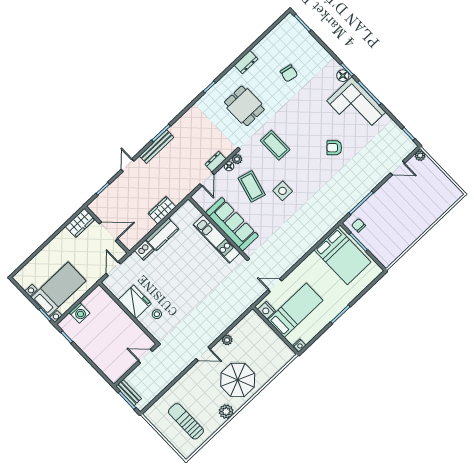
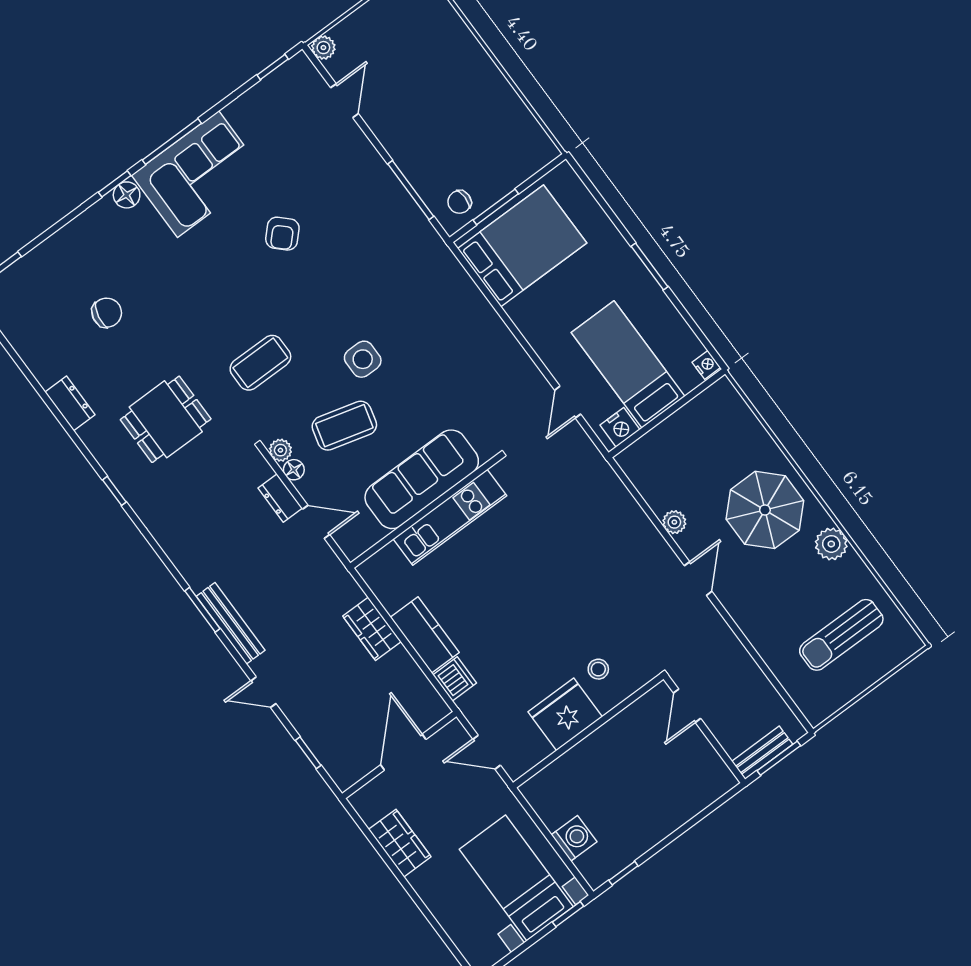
wardrobe: (80, 223) -> (400, 843), moved

